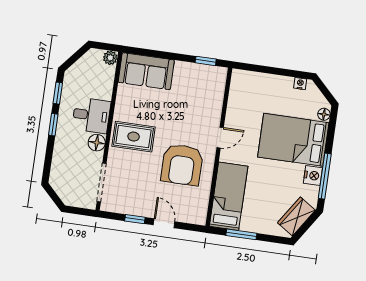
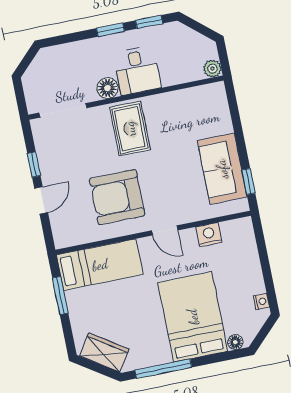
sofa: (146, 71) -> (222, 169), moved
nightstand: (313, 175) -> (209, 235), moved, turned 180

